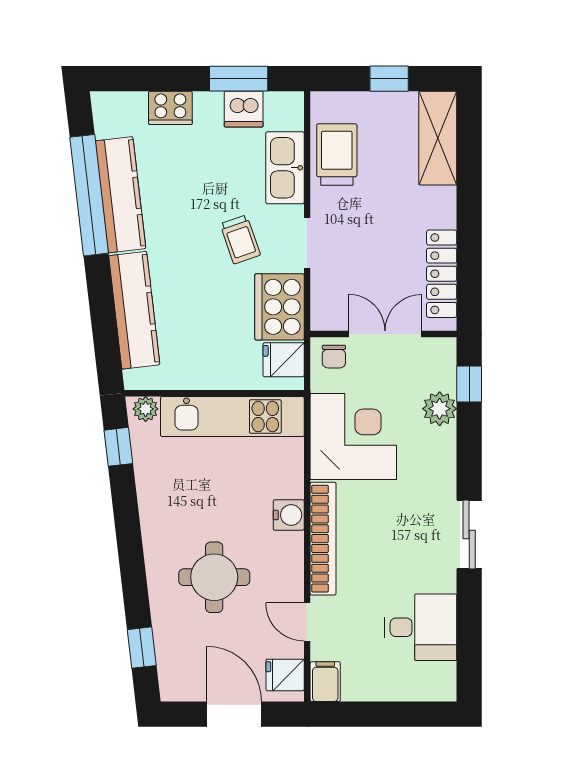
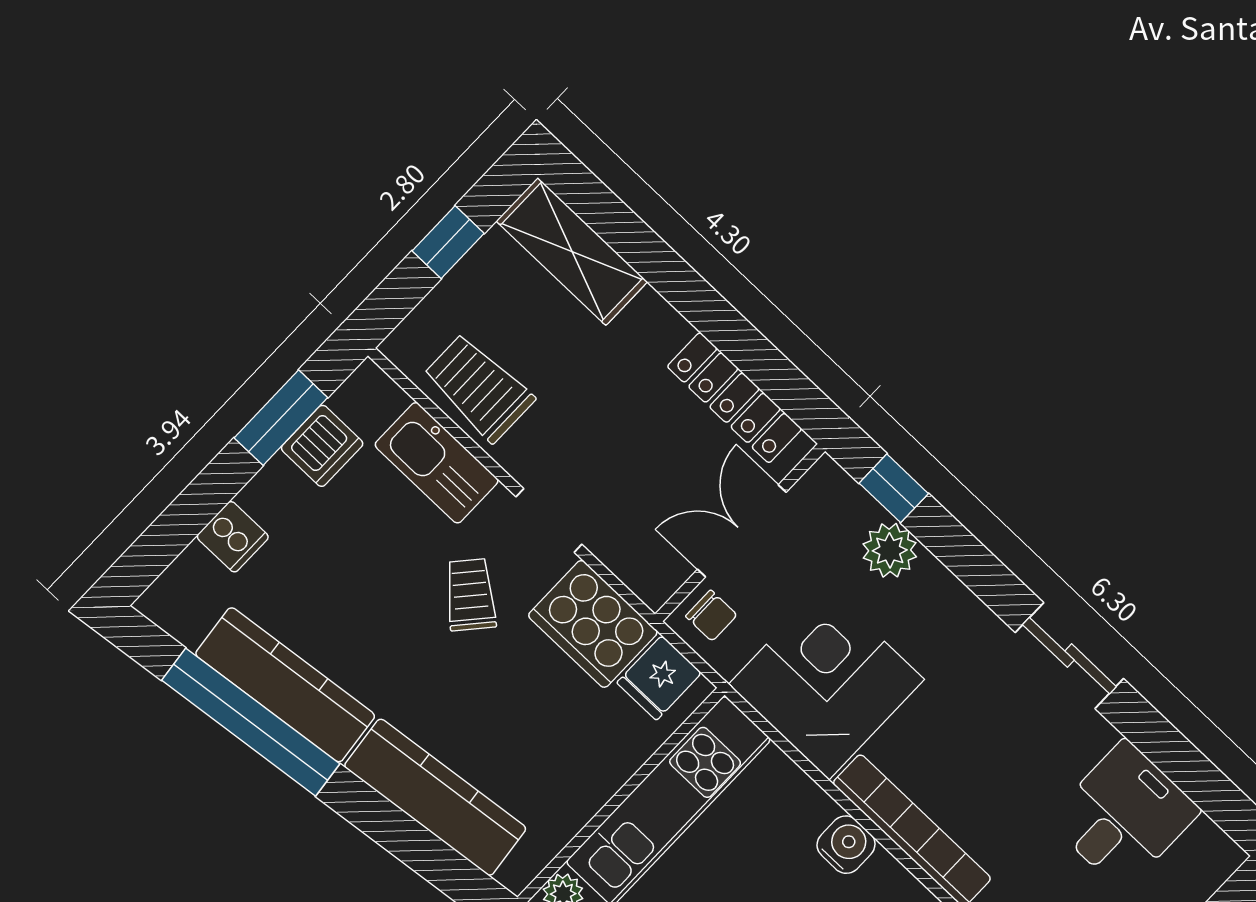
cooker: (170, 108) -> (233, 537), width x0.73
trolley: (240, 239) -> (470, 595), turned -120

